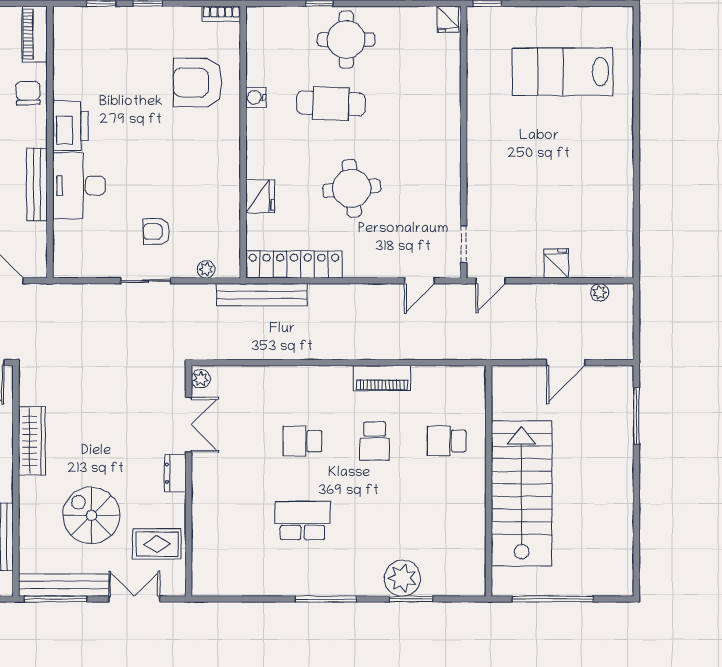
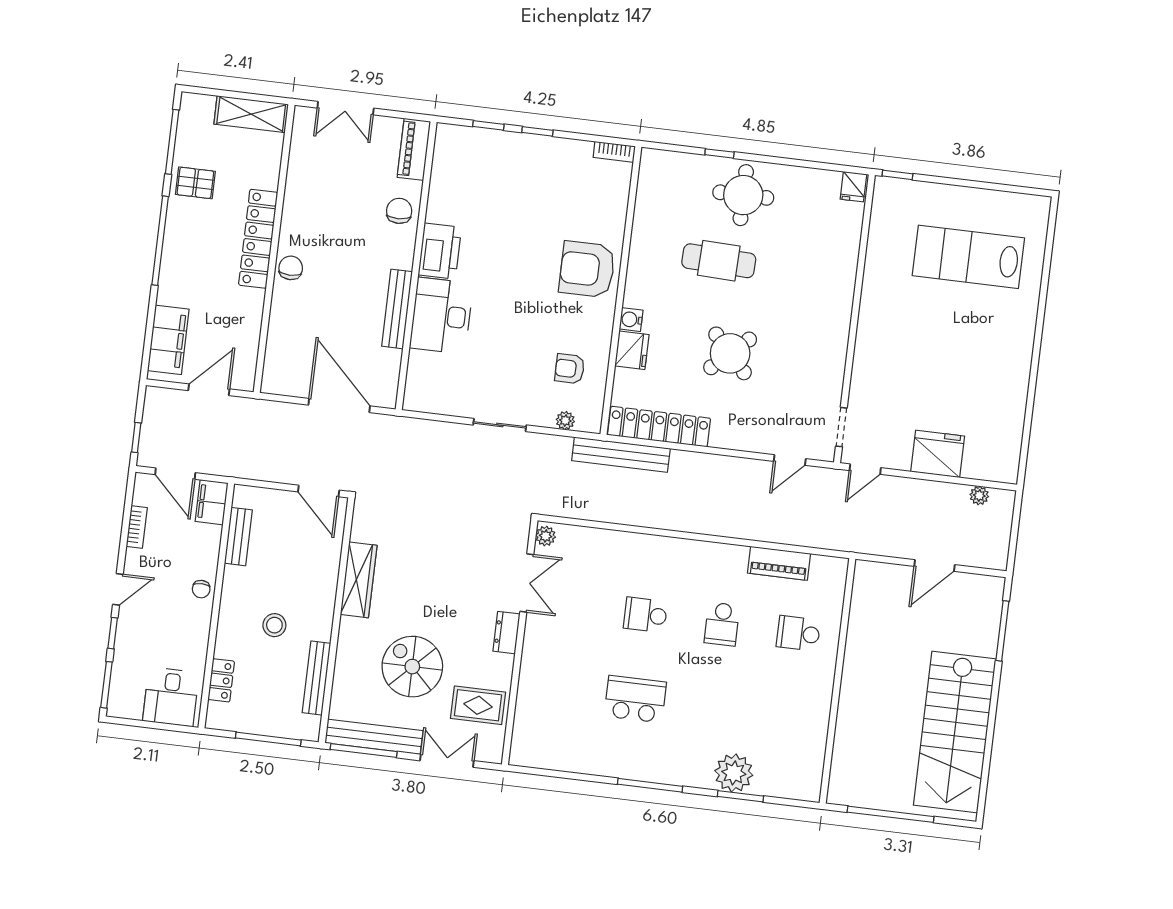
armchair: (198, 82) -> (587, 269), moved
water cooler: (256, 97) -> (631, 320), moved
round table: (352, 188) -> (730, 353), turned -37
armchair: (156, 232) -> (570, 369), moved
fridge: (556, 263) -> (938, 454), width x1.88, depth x1.34
piano: (382, 378) -> (779, 563), moved
stairs: (522, 493) -> (955, 732), moved, turned 180

